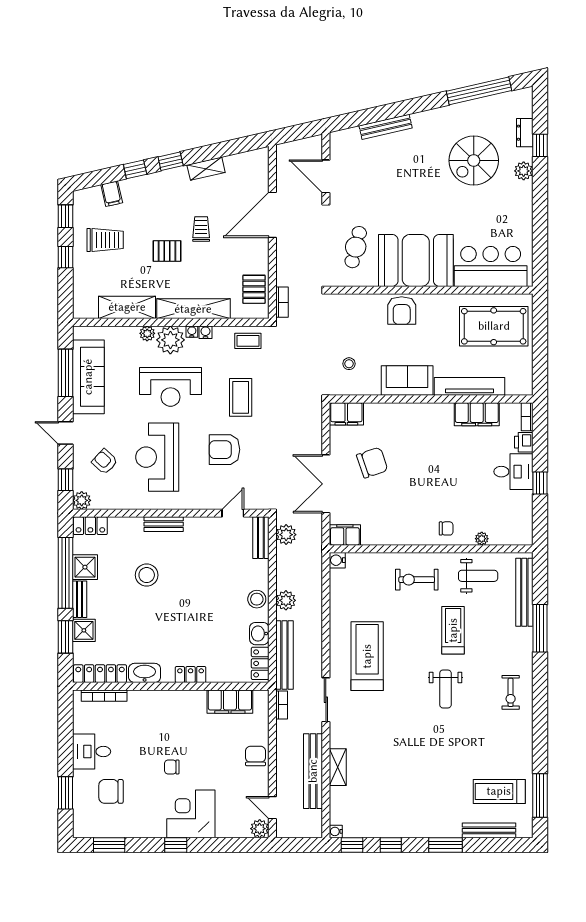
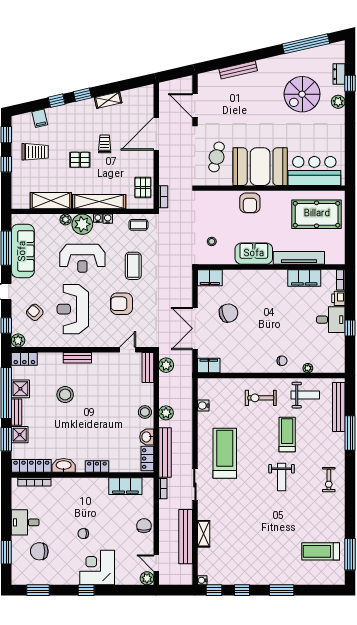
water cooler: (337, 560) -> (203, 406), moved
bench: (489, 830) -> (313, 580), removed

